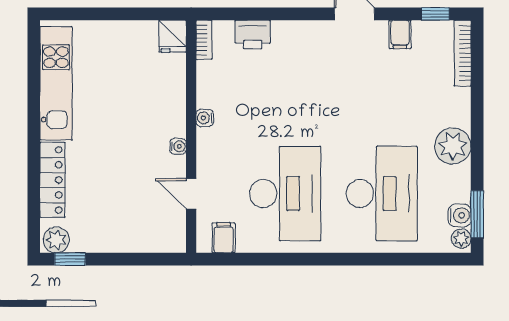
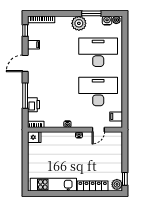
window: (275, 14) -> (25, 96), added
window: (477, 214) -> (91, 13), moved

